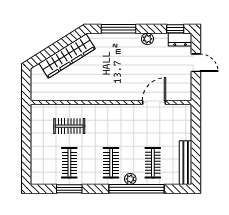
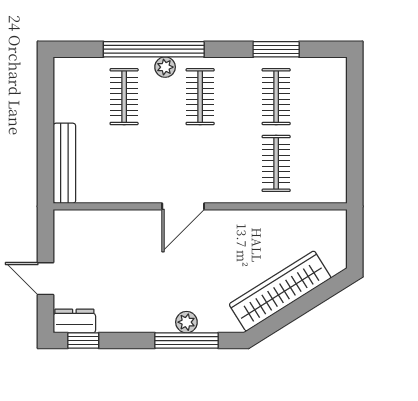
plant: (147, 39) -> (186, 322), moved
door: (154, 102) -> (183, 206), moved
clothes rail: (69, 126) -> (276, 163), turned 90
bench: (186, 163) -> (64, 163), moved

